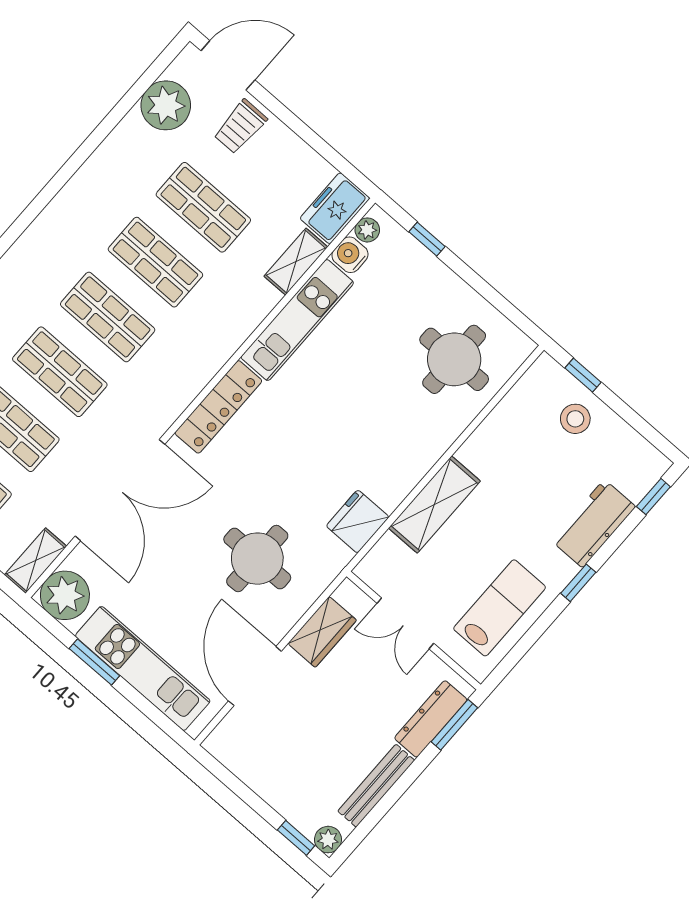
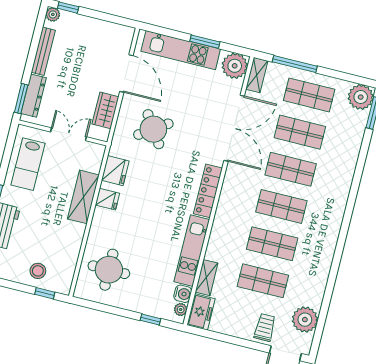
fridge: (396, 480) -> (107, 199), added
double door: (120, 490) -> (234, 128), swing flipped
round table: (257, 559) -> (153, 129), turned -34

